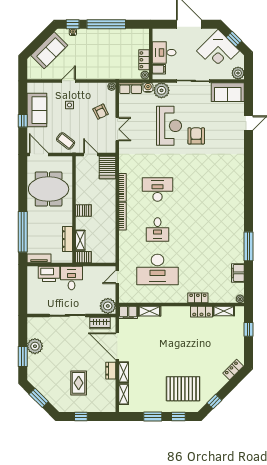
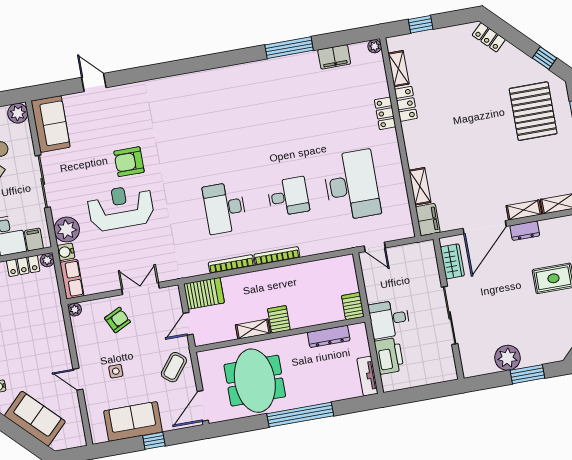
window: (23, 232) -> (300, 415), moved
shelving: (80, 240) -> (253, 329), moved
plant: (108, 306) -> (423, 254), removed

